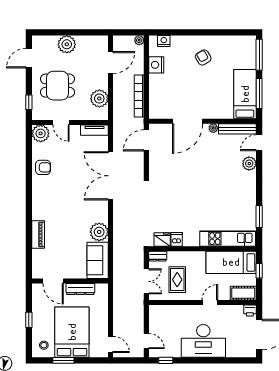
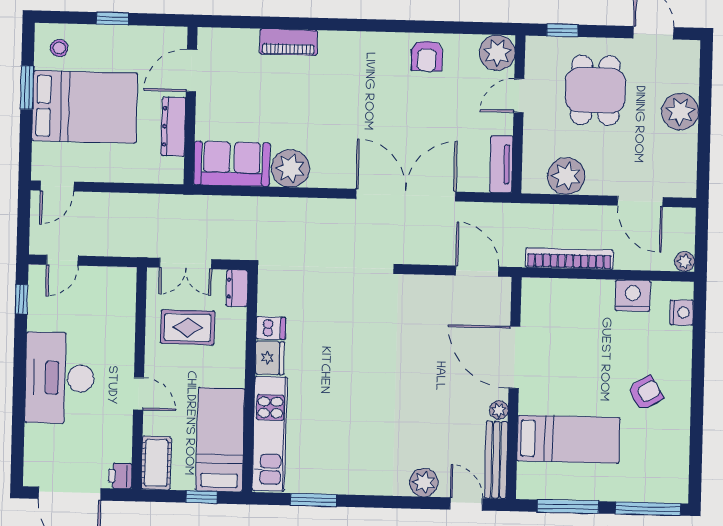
bed: (245, 94) -> (568, 439), moved
fridge: (162, 240) -> (270, 358), moved

